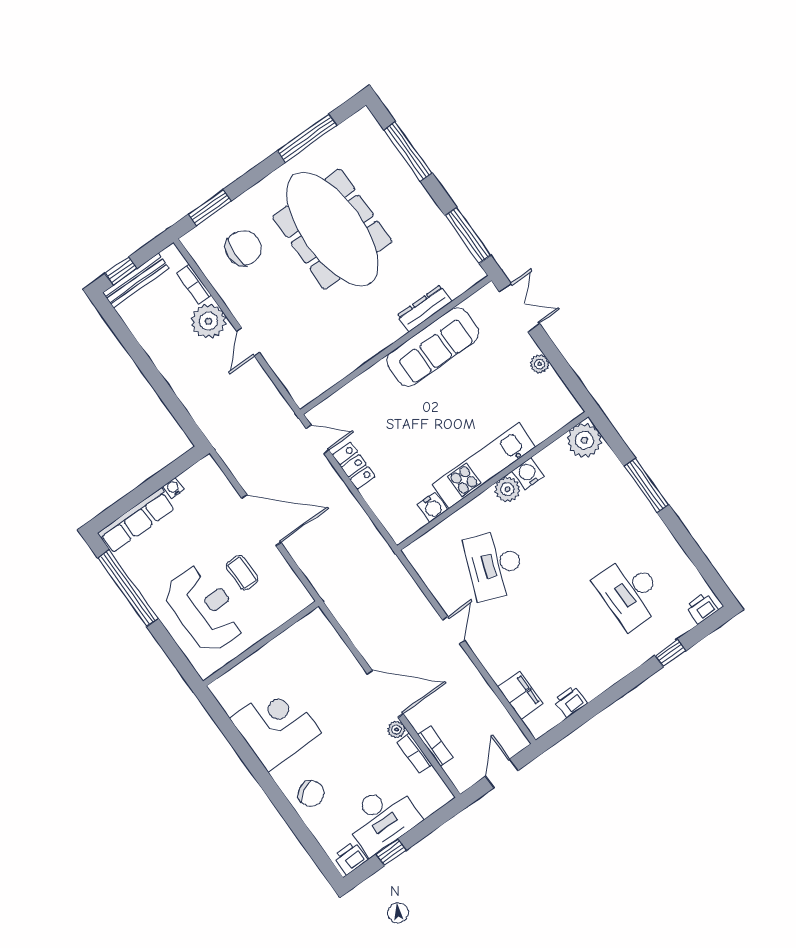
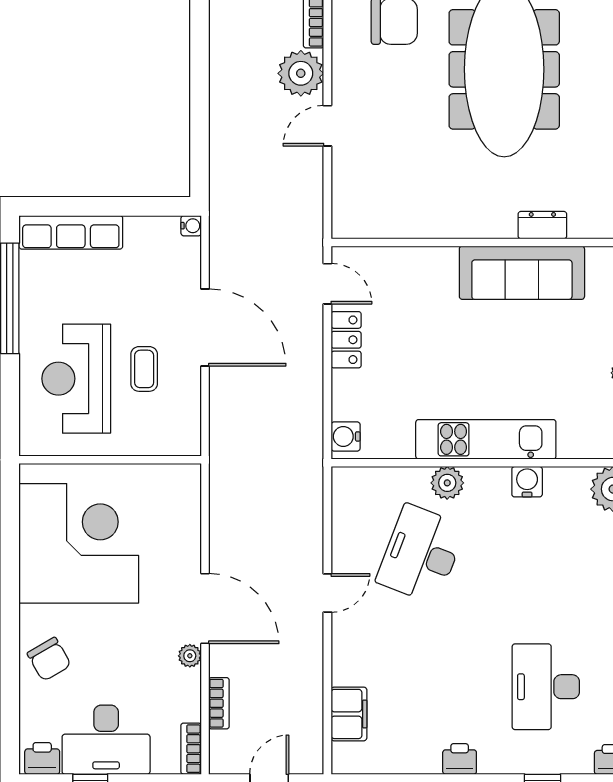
dresser: (424, 308) -> (542, 225), width x0.70
water cooler: (173, 488) -> (191, 226), moved, turned 90
plant: (507, 489) -> (447, 483), moved
water cooler: (432, 507) -> (346, 436), moved, turned 90
reception desk: (204, 608) -> (76, 379), turned 180
printer: (570, 702) -> (460, 759), moved
corner desk: (276, 726) -> (79, 543), width x1.36, depth x1.36
bookcase: (415, 753) -> (191, 749), moved

